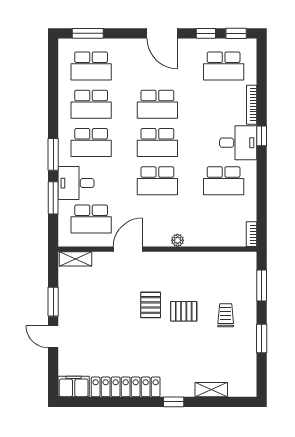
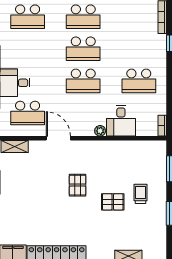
school desk: (91, 143) -> (28, 49), removed
desk: (238, 143) -> (121, 121), moved, turned 90
door: (128, 249) -> (58, 138), hinge flipped
pallet: (184, 311) -> (113, 202), moved

